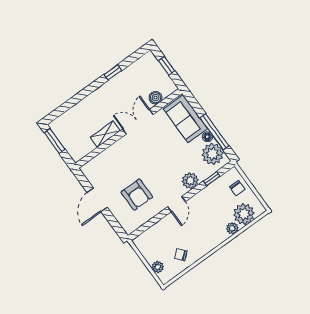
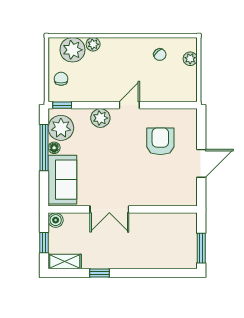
boiler: (156, 98) -> (56, 220), moved
shelving: (105, 134) -> (65, 262), moved
window: (212, 179) -> (62, 105), moved

